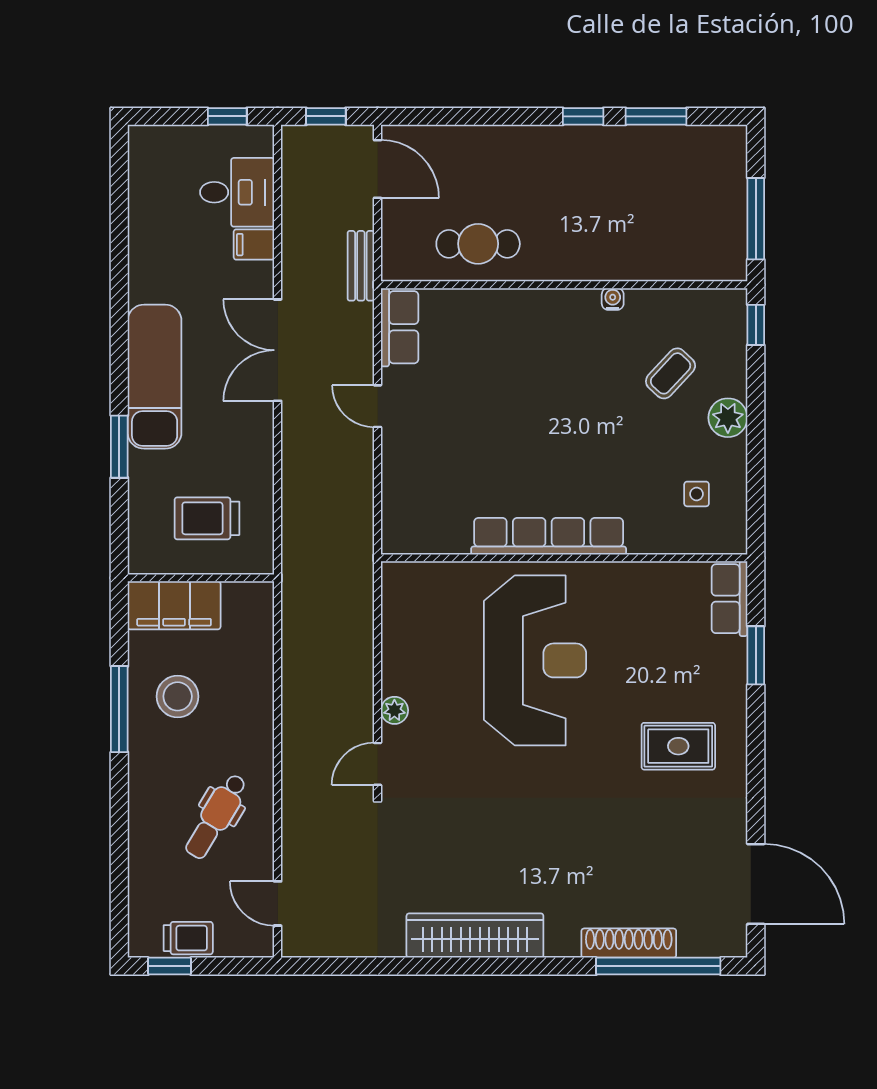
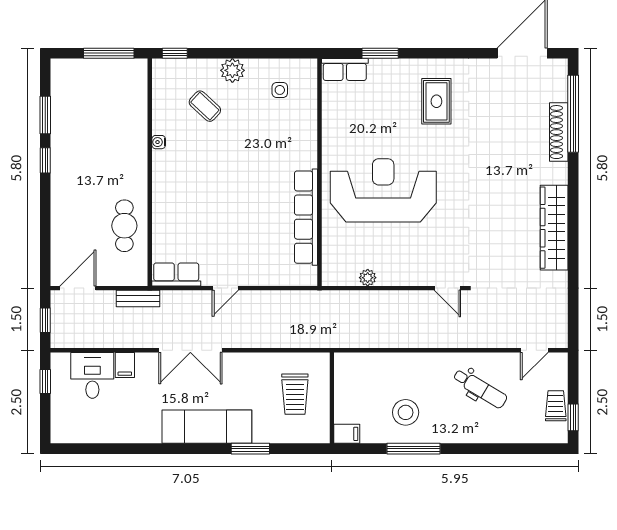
row of seats: (549, 536) -> (306, 217), moved
filing cabinet: (174, 605) -> (347, 434), width x0.33, depth x0.86
plant: (394, 710) -> (368, 278), moved

